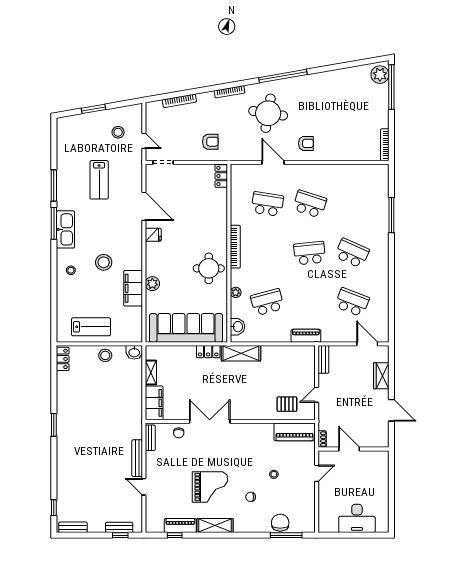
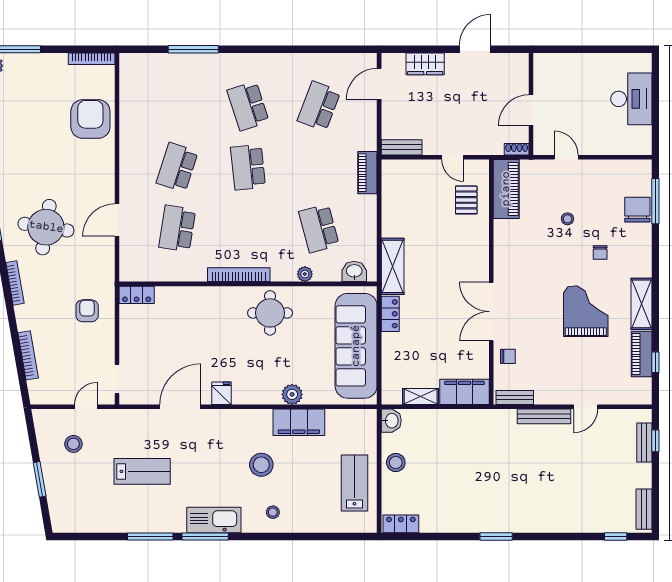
armchair: (306, 143) -> (90, 119), moved, width x1.88, depth x1.88
school desk: (352, 253) -> (248, 106), turned -42
chair: (280, 523) -> (637, 210), turned 90

